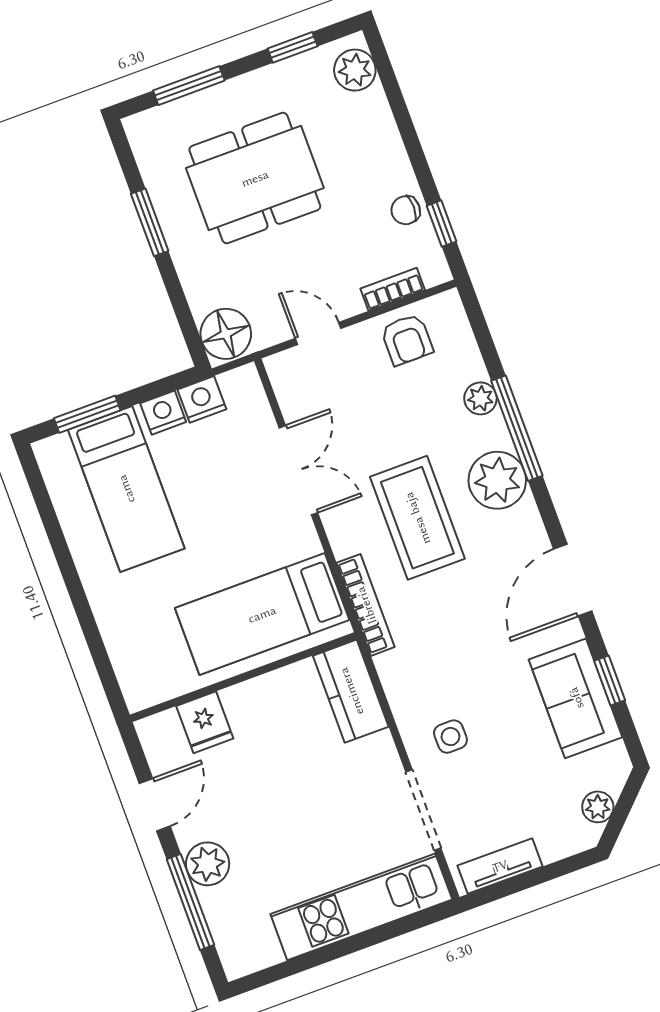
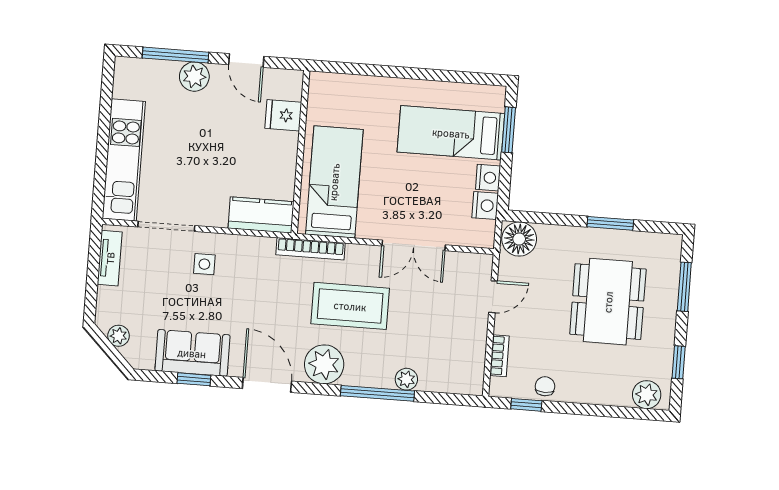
armchair: (407, 340) -> (464, 350), removed
plant: (497, 480) -> (324, 364), moved

